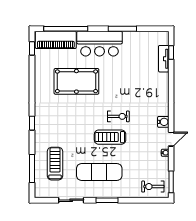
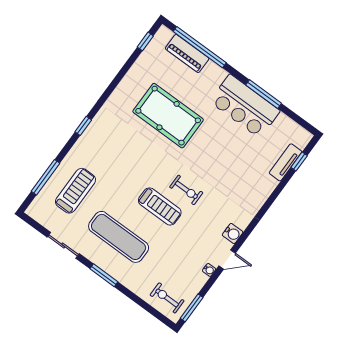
piano: (56, 40) -> (187, 53), width x0.73, depth x0.75
bar counter: (100, 44) -> (245, 106), moved
treadmill: (110, 137) -> (160, 206), turned 180

